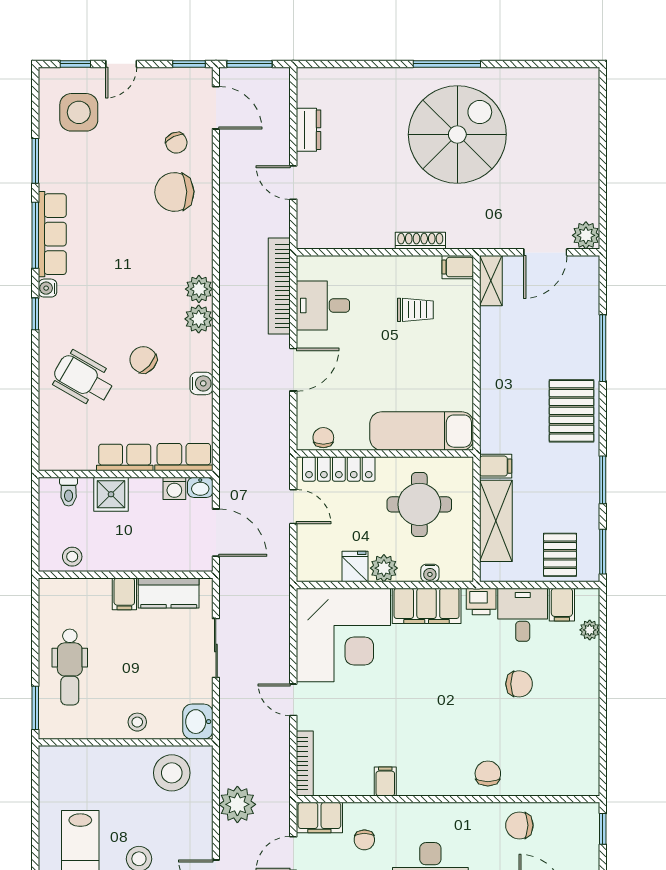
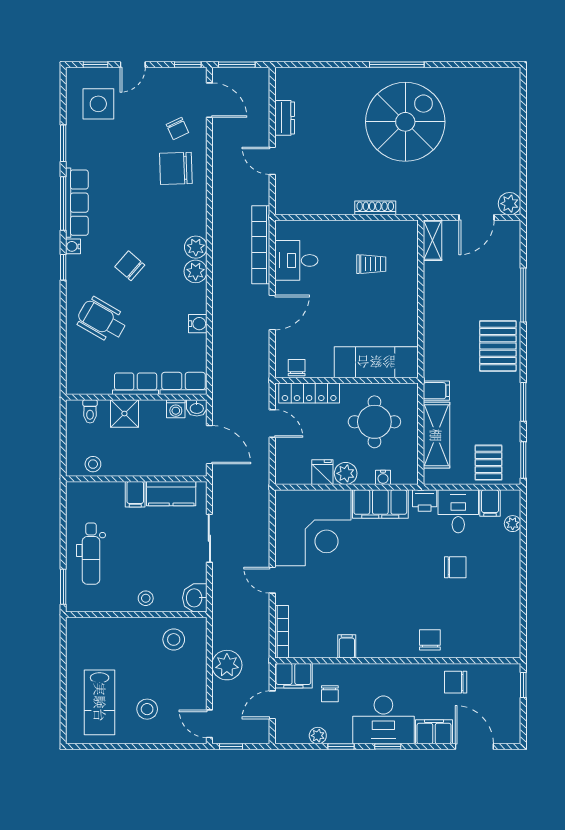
filing cabinet: (458, 267) -> (406, 229), removed
chair: (143, 360) -> (130, 266), moved
stool: (172, 773) -> (174, 639), width x0.73, depth x0.73

